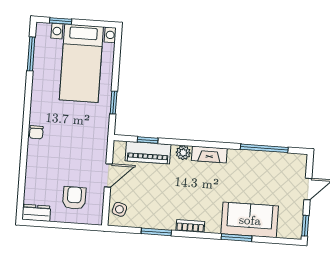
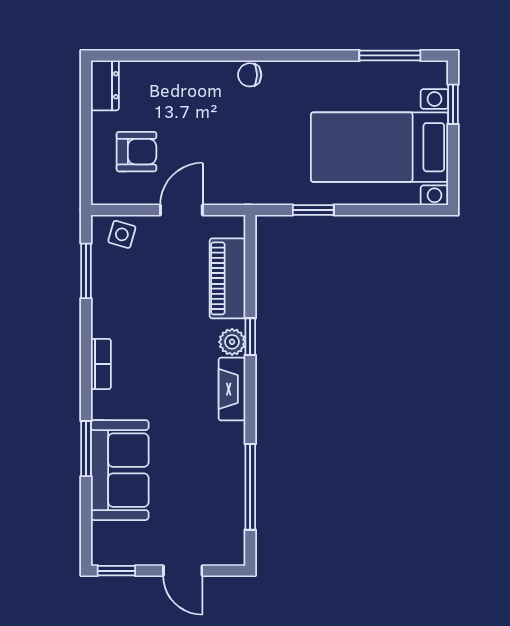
window: (148, 140) -> (250, 337), moved
door: (108, 175) -> (181, 210), swing flipped
window: (156, 232) -> (86, 271), moved

